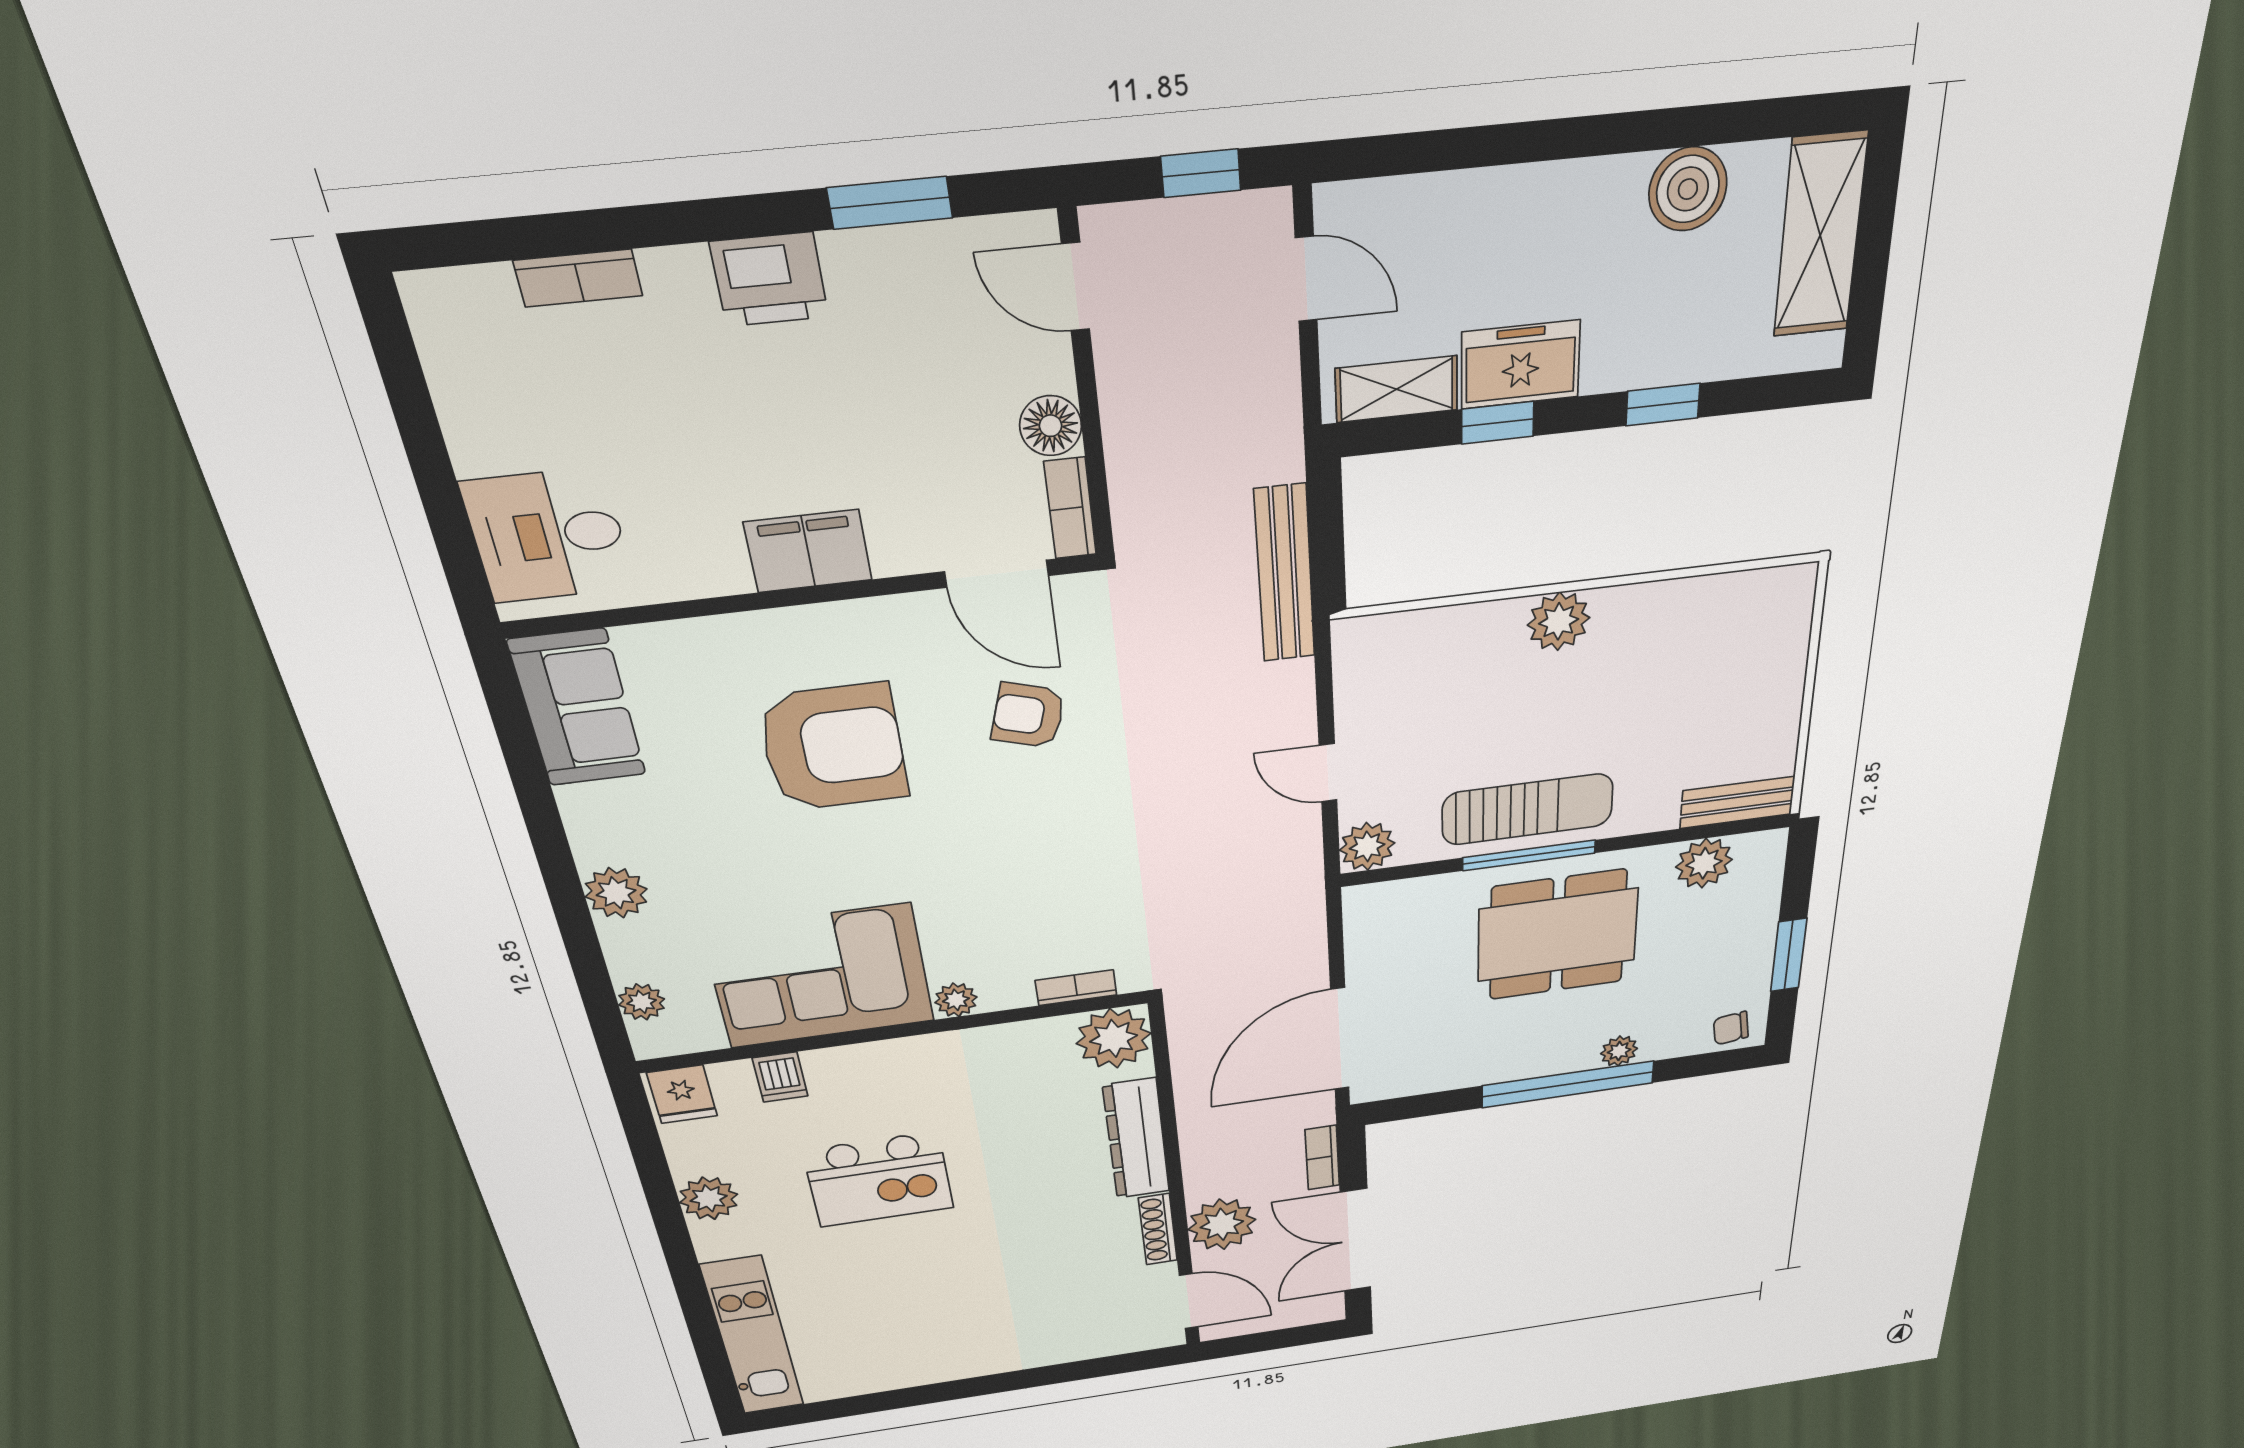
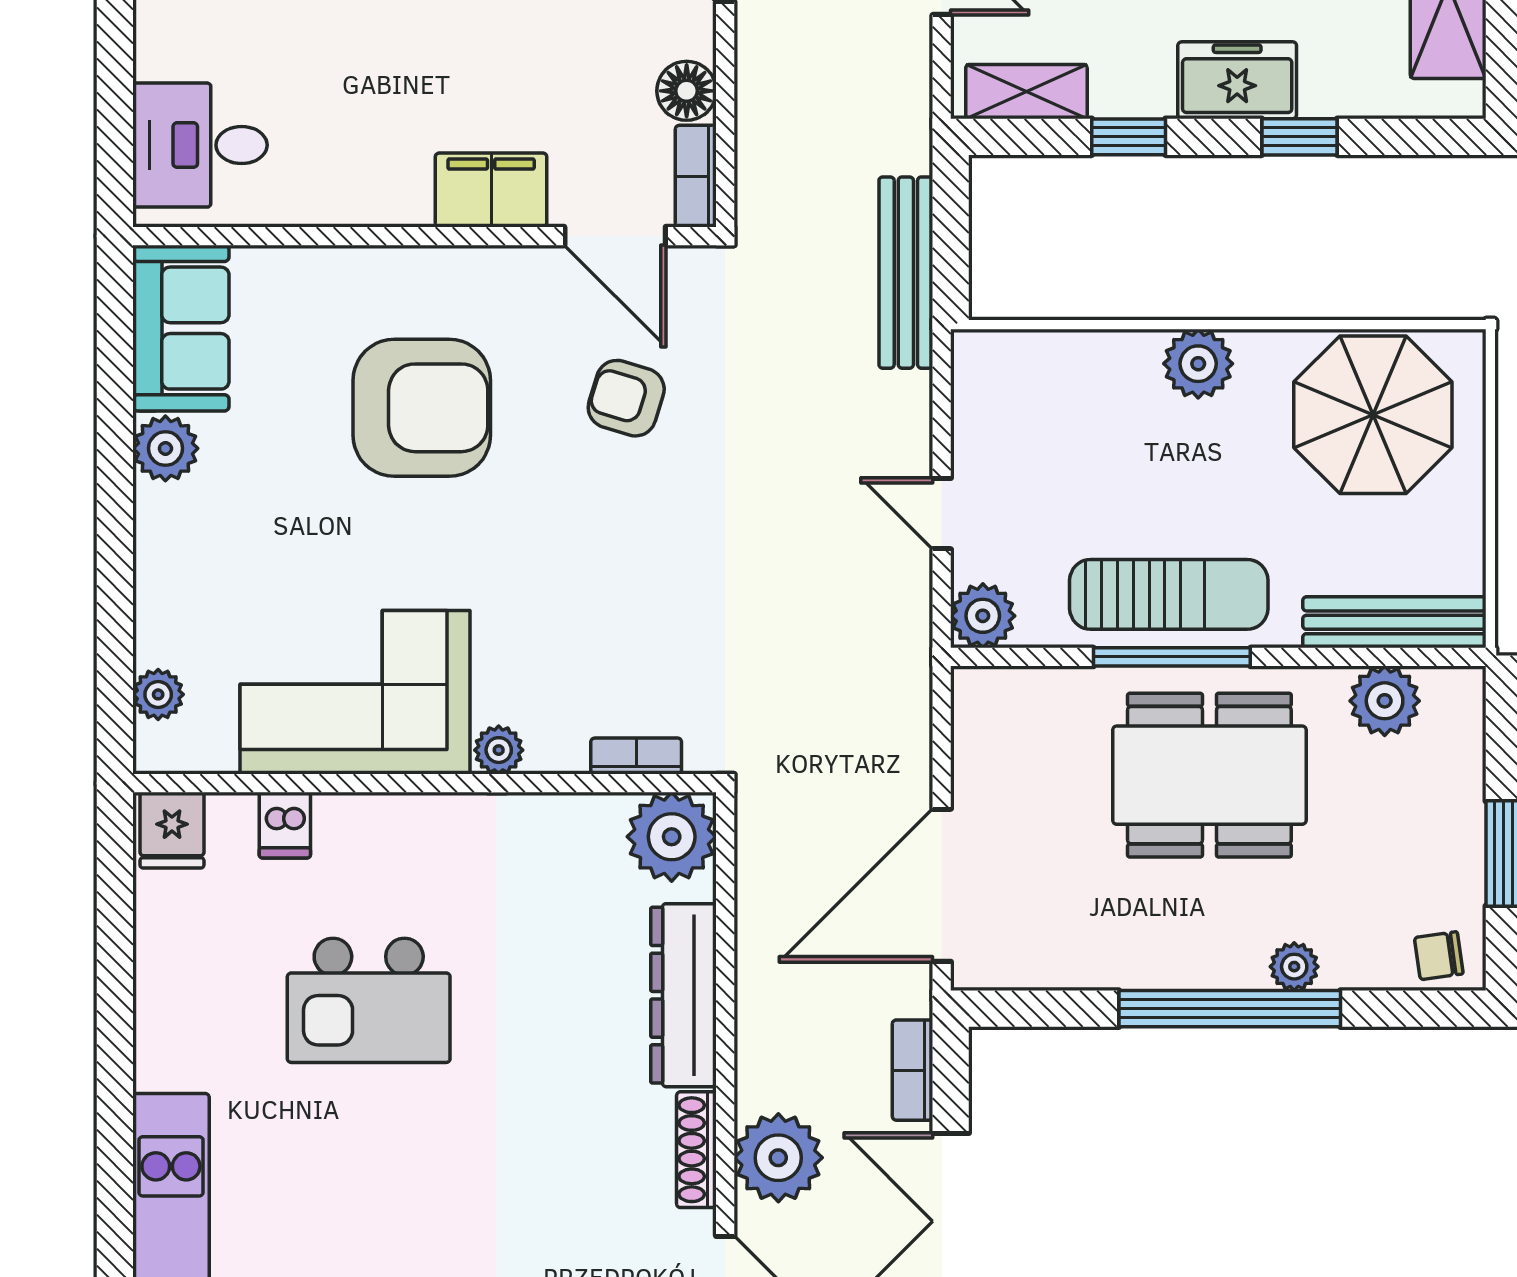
freezer: (1521, 365) -> (1237, 80), moved
filing cabinet: (808, 551) -> (491, 190), moved
parasol: (1713, 645) -> (1373, 415), added
bench: (1737, 802) -> (1394, 622), width x1.36
plant: (616, 893) -> (165, 448), moved
plant: (709, 1198) -> (167, 991), removed

